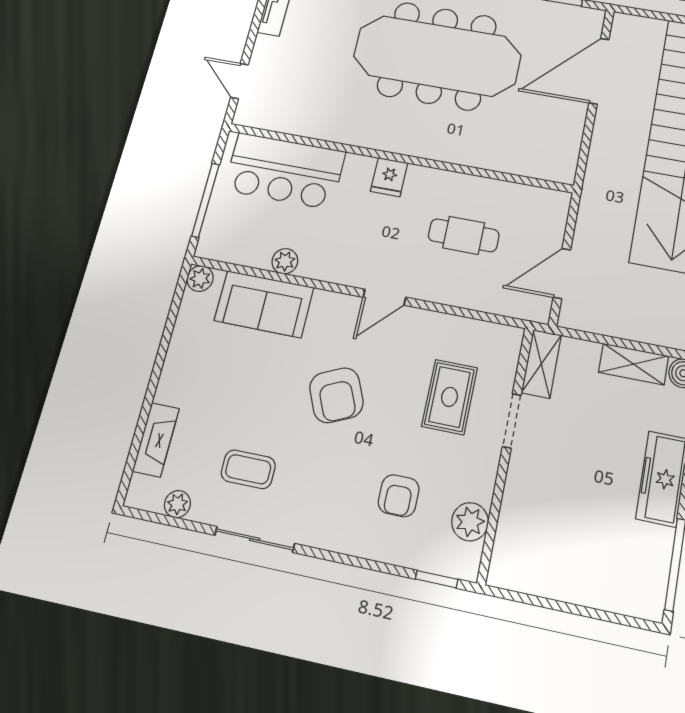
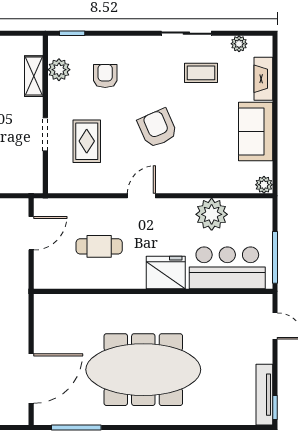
fridge: (389, 177) -> (166, 272), width x1.88, depth x1.34
window: (205, 200) -> (275, 257), moved
plant: (285, 261) -> (212, 214), width x1.87, depth x1.87
sofa: (264, 304) -> (256, 131), moved, turned -90
shelving: (541, 364) -> (34, 76), moved

